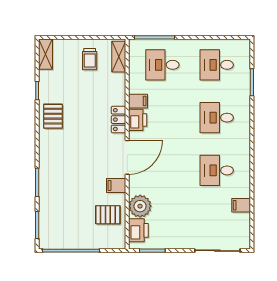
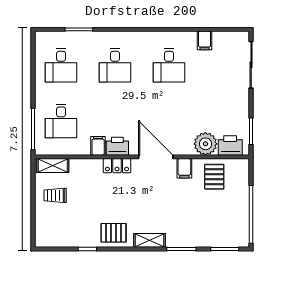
shelving: (45, 54) -> (150, 240), moved
trolley: (90, 59) -> (55, 195), turned 180

